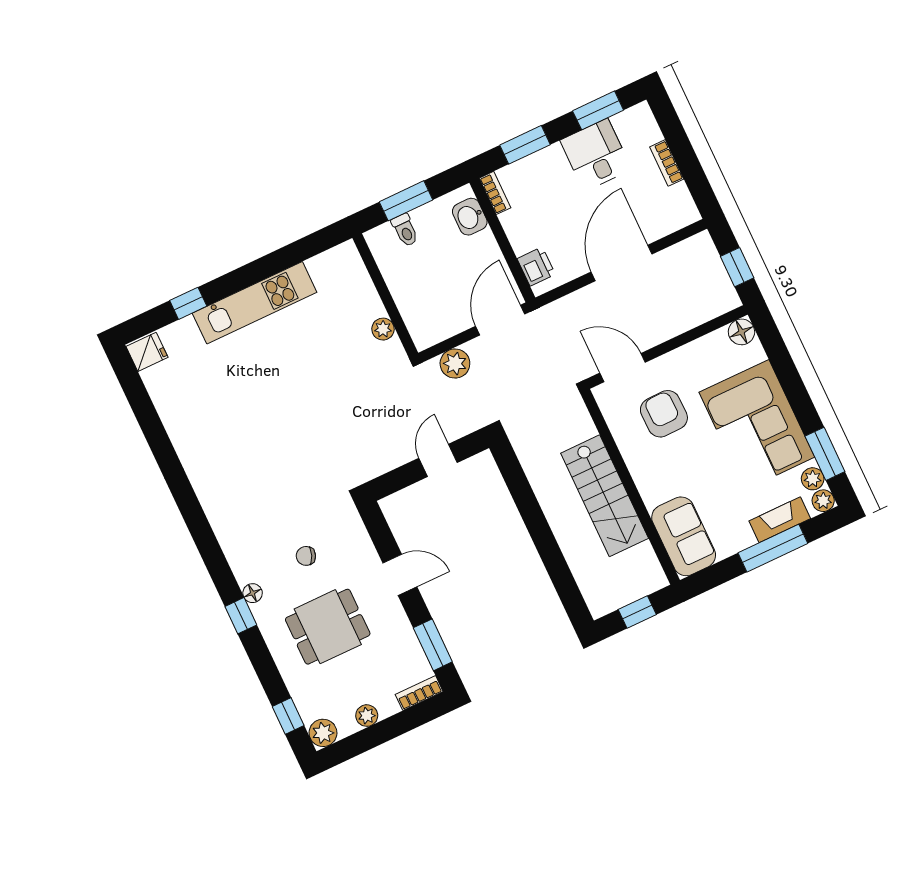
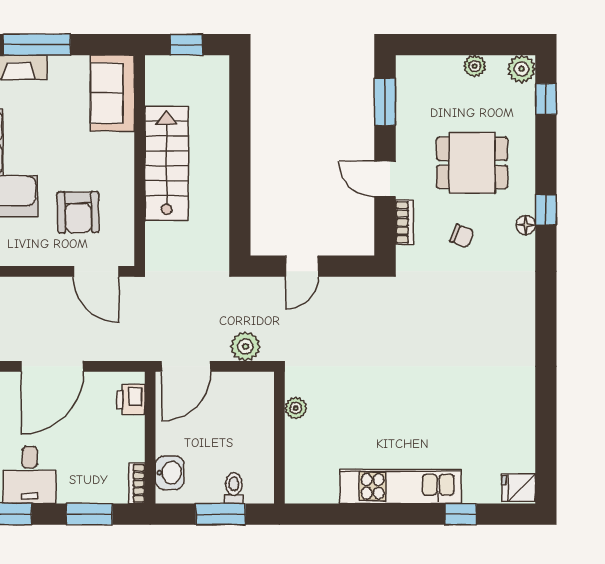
bookcase: (419, 693) -> (404, 222), moved, turned -90

